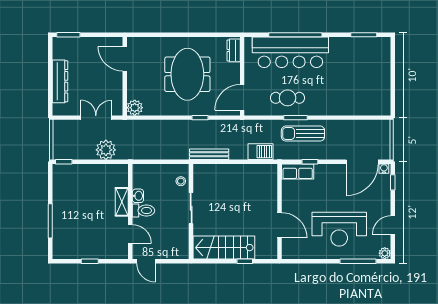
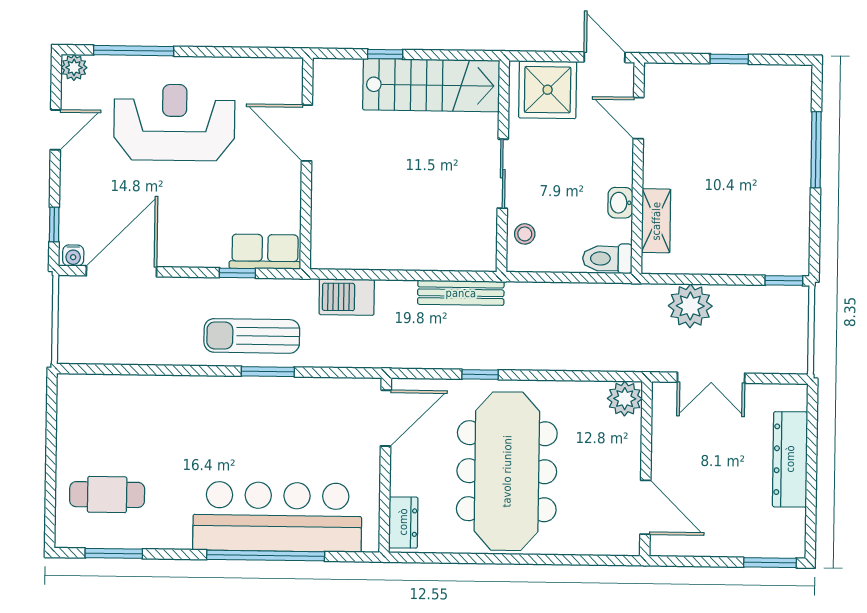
meeting table: (187, 74) -> (507, 471), width x1.36
cafe table: (288, 98) -> (107, 495), moved
sun lounger: (303, 134) -> (252, 336), turned 180
shelving: (122, 202) -> (656, 221), moved
toilet: (143, 211) -> (607, 259), moved
shower: (171, 246) -> (548, 90), added

